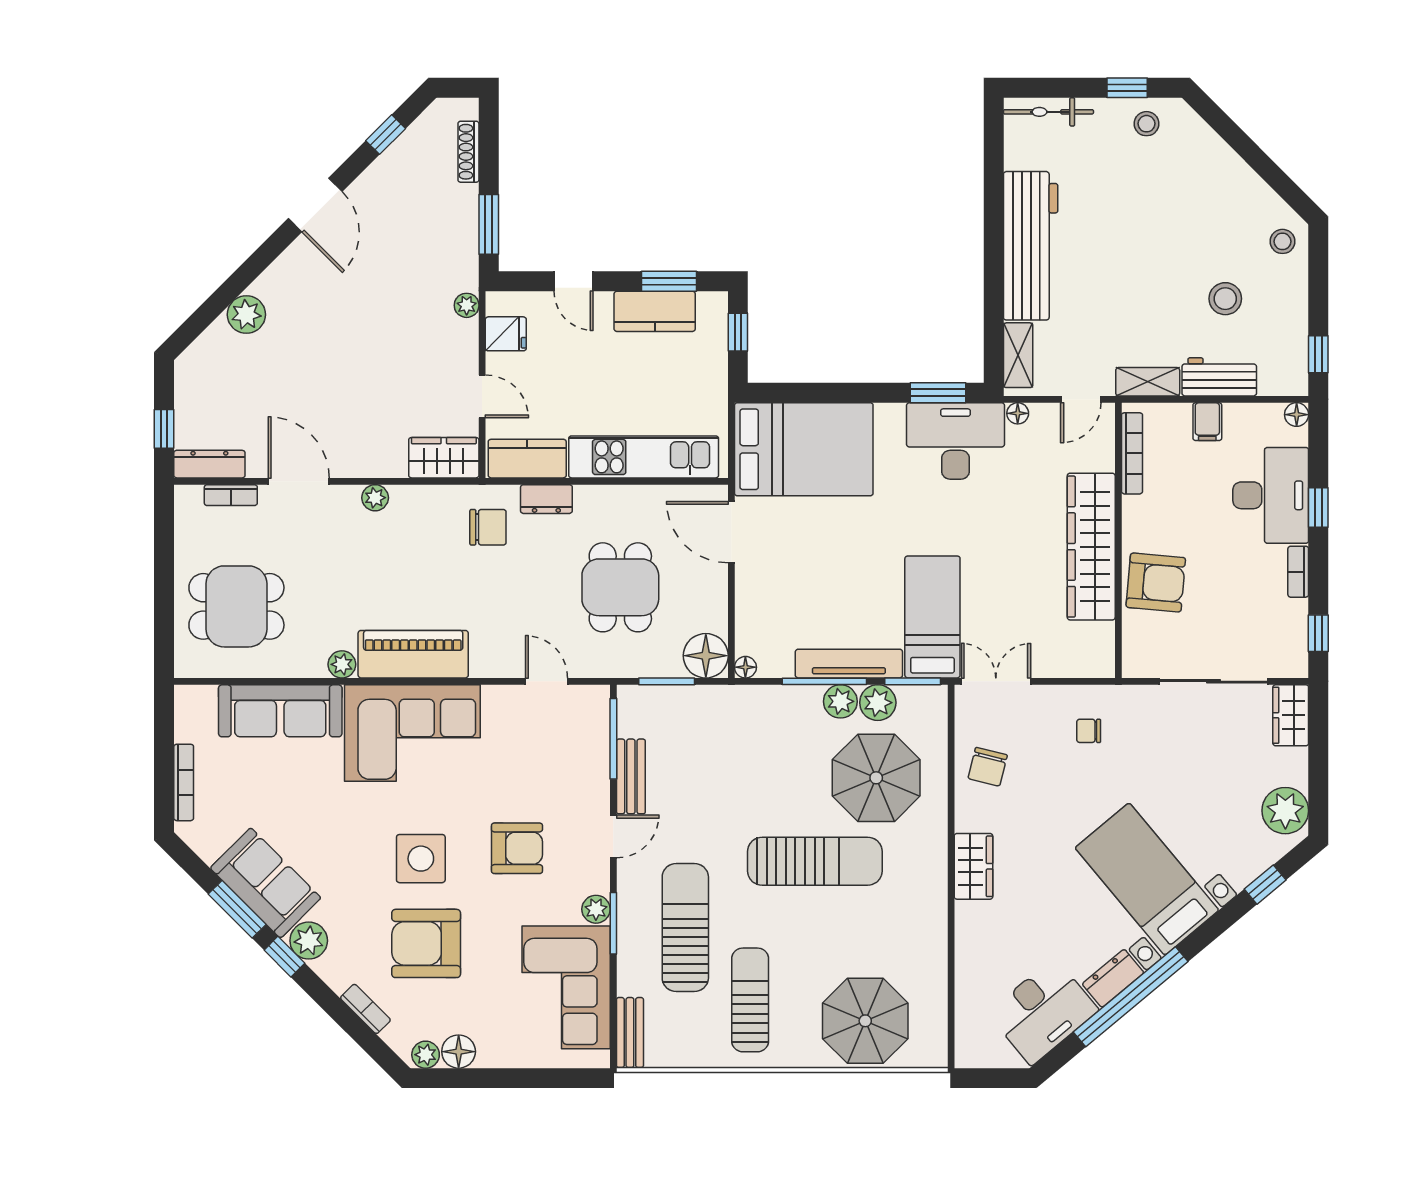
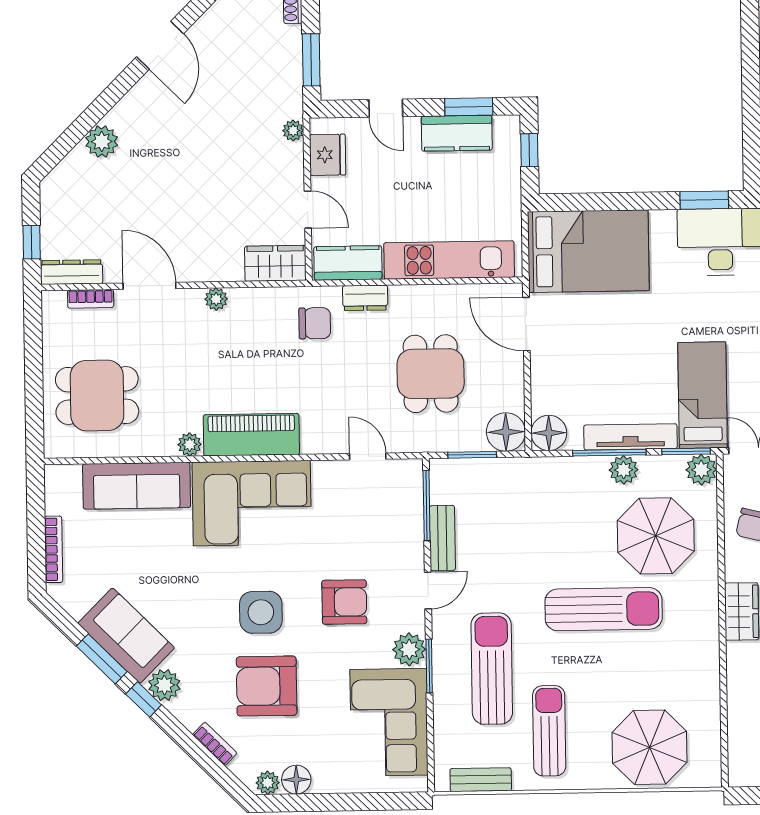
fridge: (506, 334) -> (328, 155), width x1.38
floor lamp: (745, 667) -> (549, 433), width x1.89, depth x1.89
plant: (878, 703) -> (701, 470), moved
plant: (596, 909) -> (409, 649), width x1.38, depth x1.38
bench: (630, 1033) -> (481, 780), moved, turned 90

